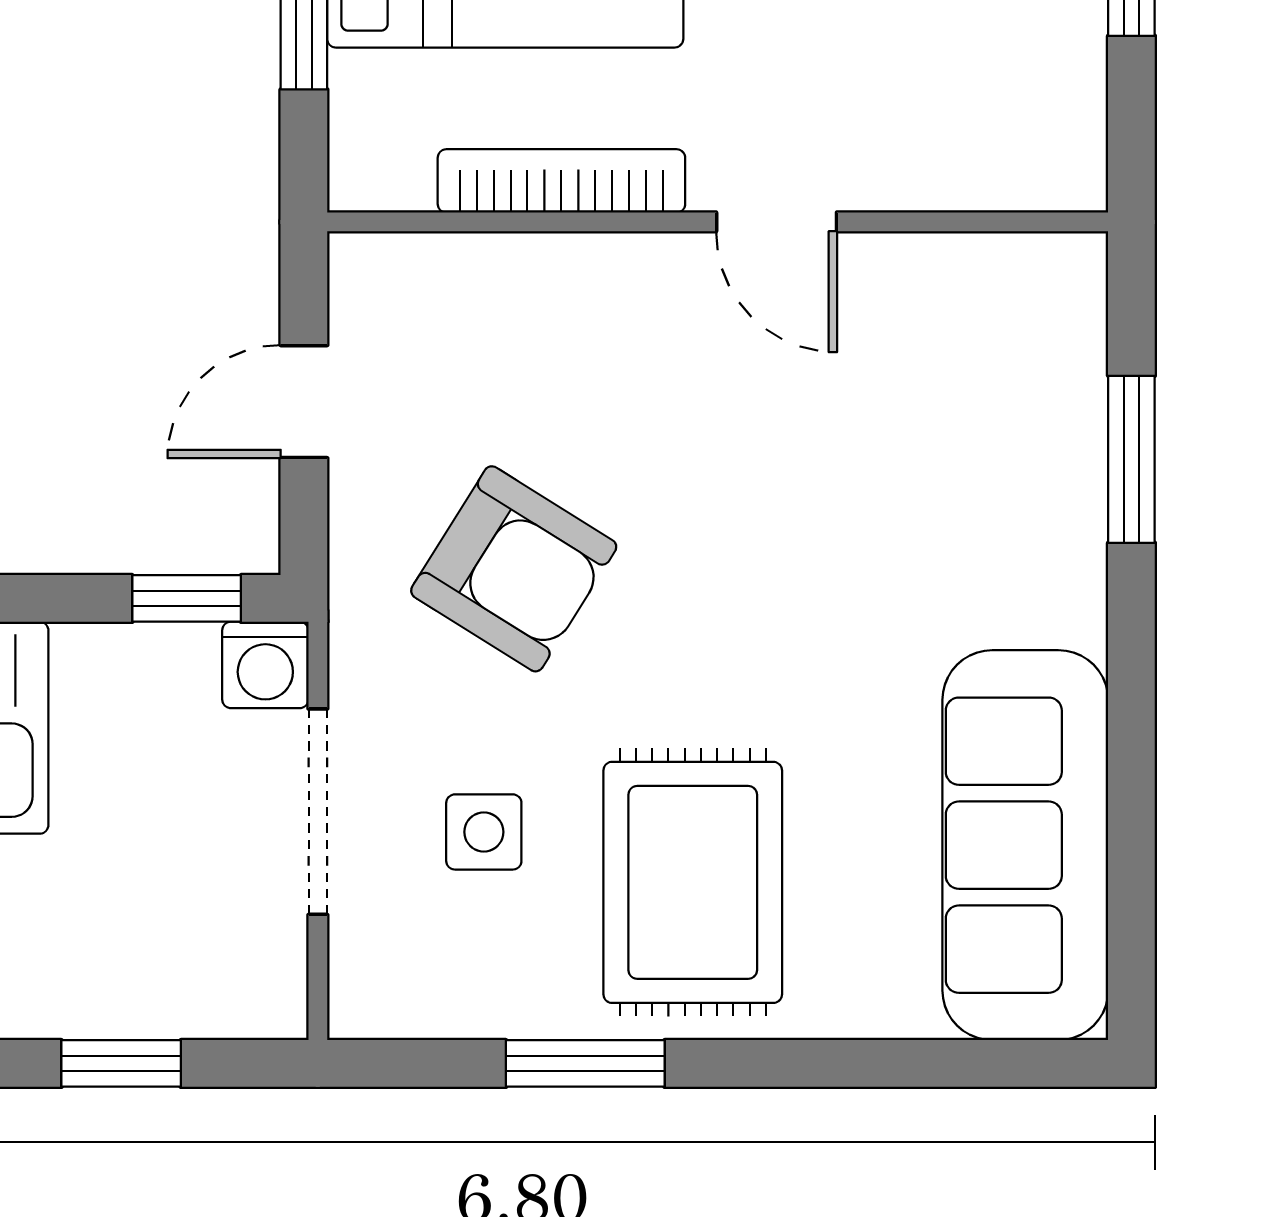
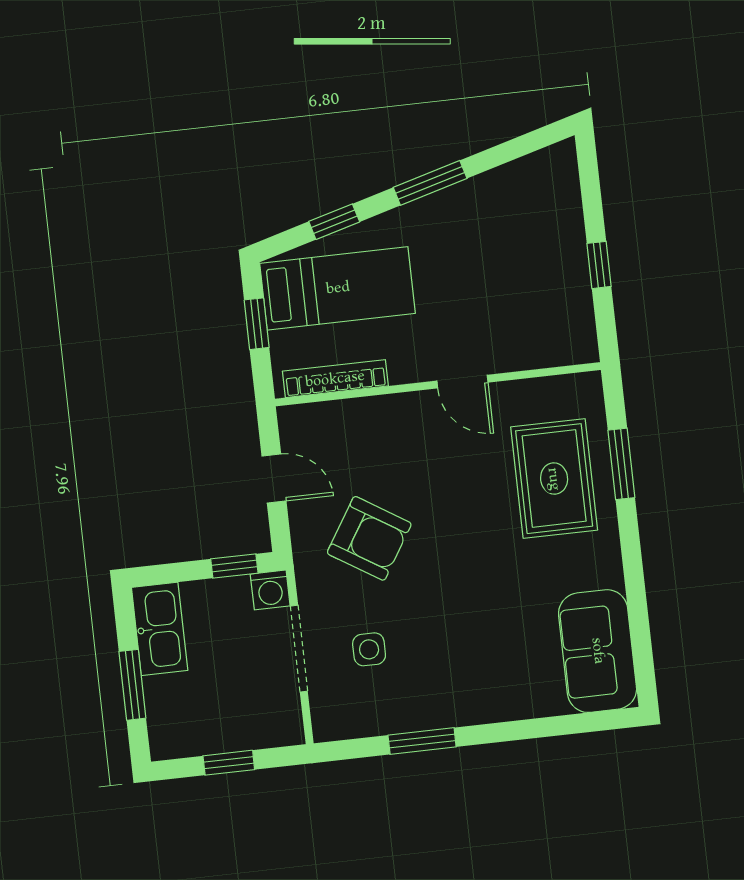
bookcase: (561, 181) -> (335, 379), moved
door: (304, 402) -> (274, 479), swing flipped
sofa: (1025, 845) -> (598, 651), width x0.73
rug: (693, 882) -> (554, 479), moved

